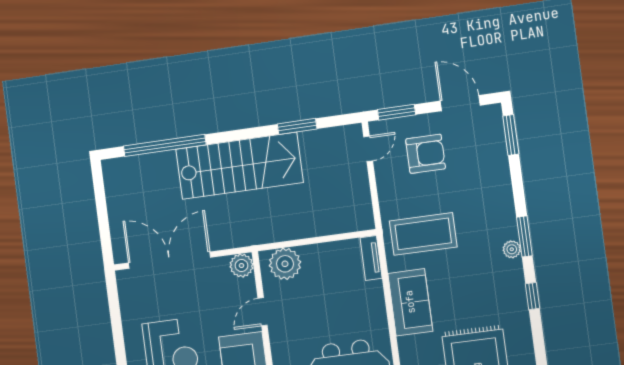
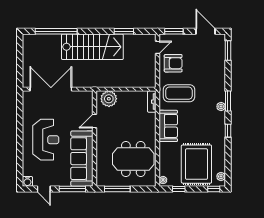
armchair: (426, 154) -> (173, 63), moved
plant: (241, 266) -> (87, 97), removed

